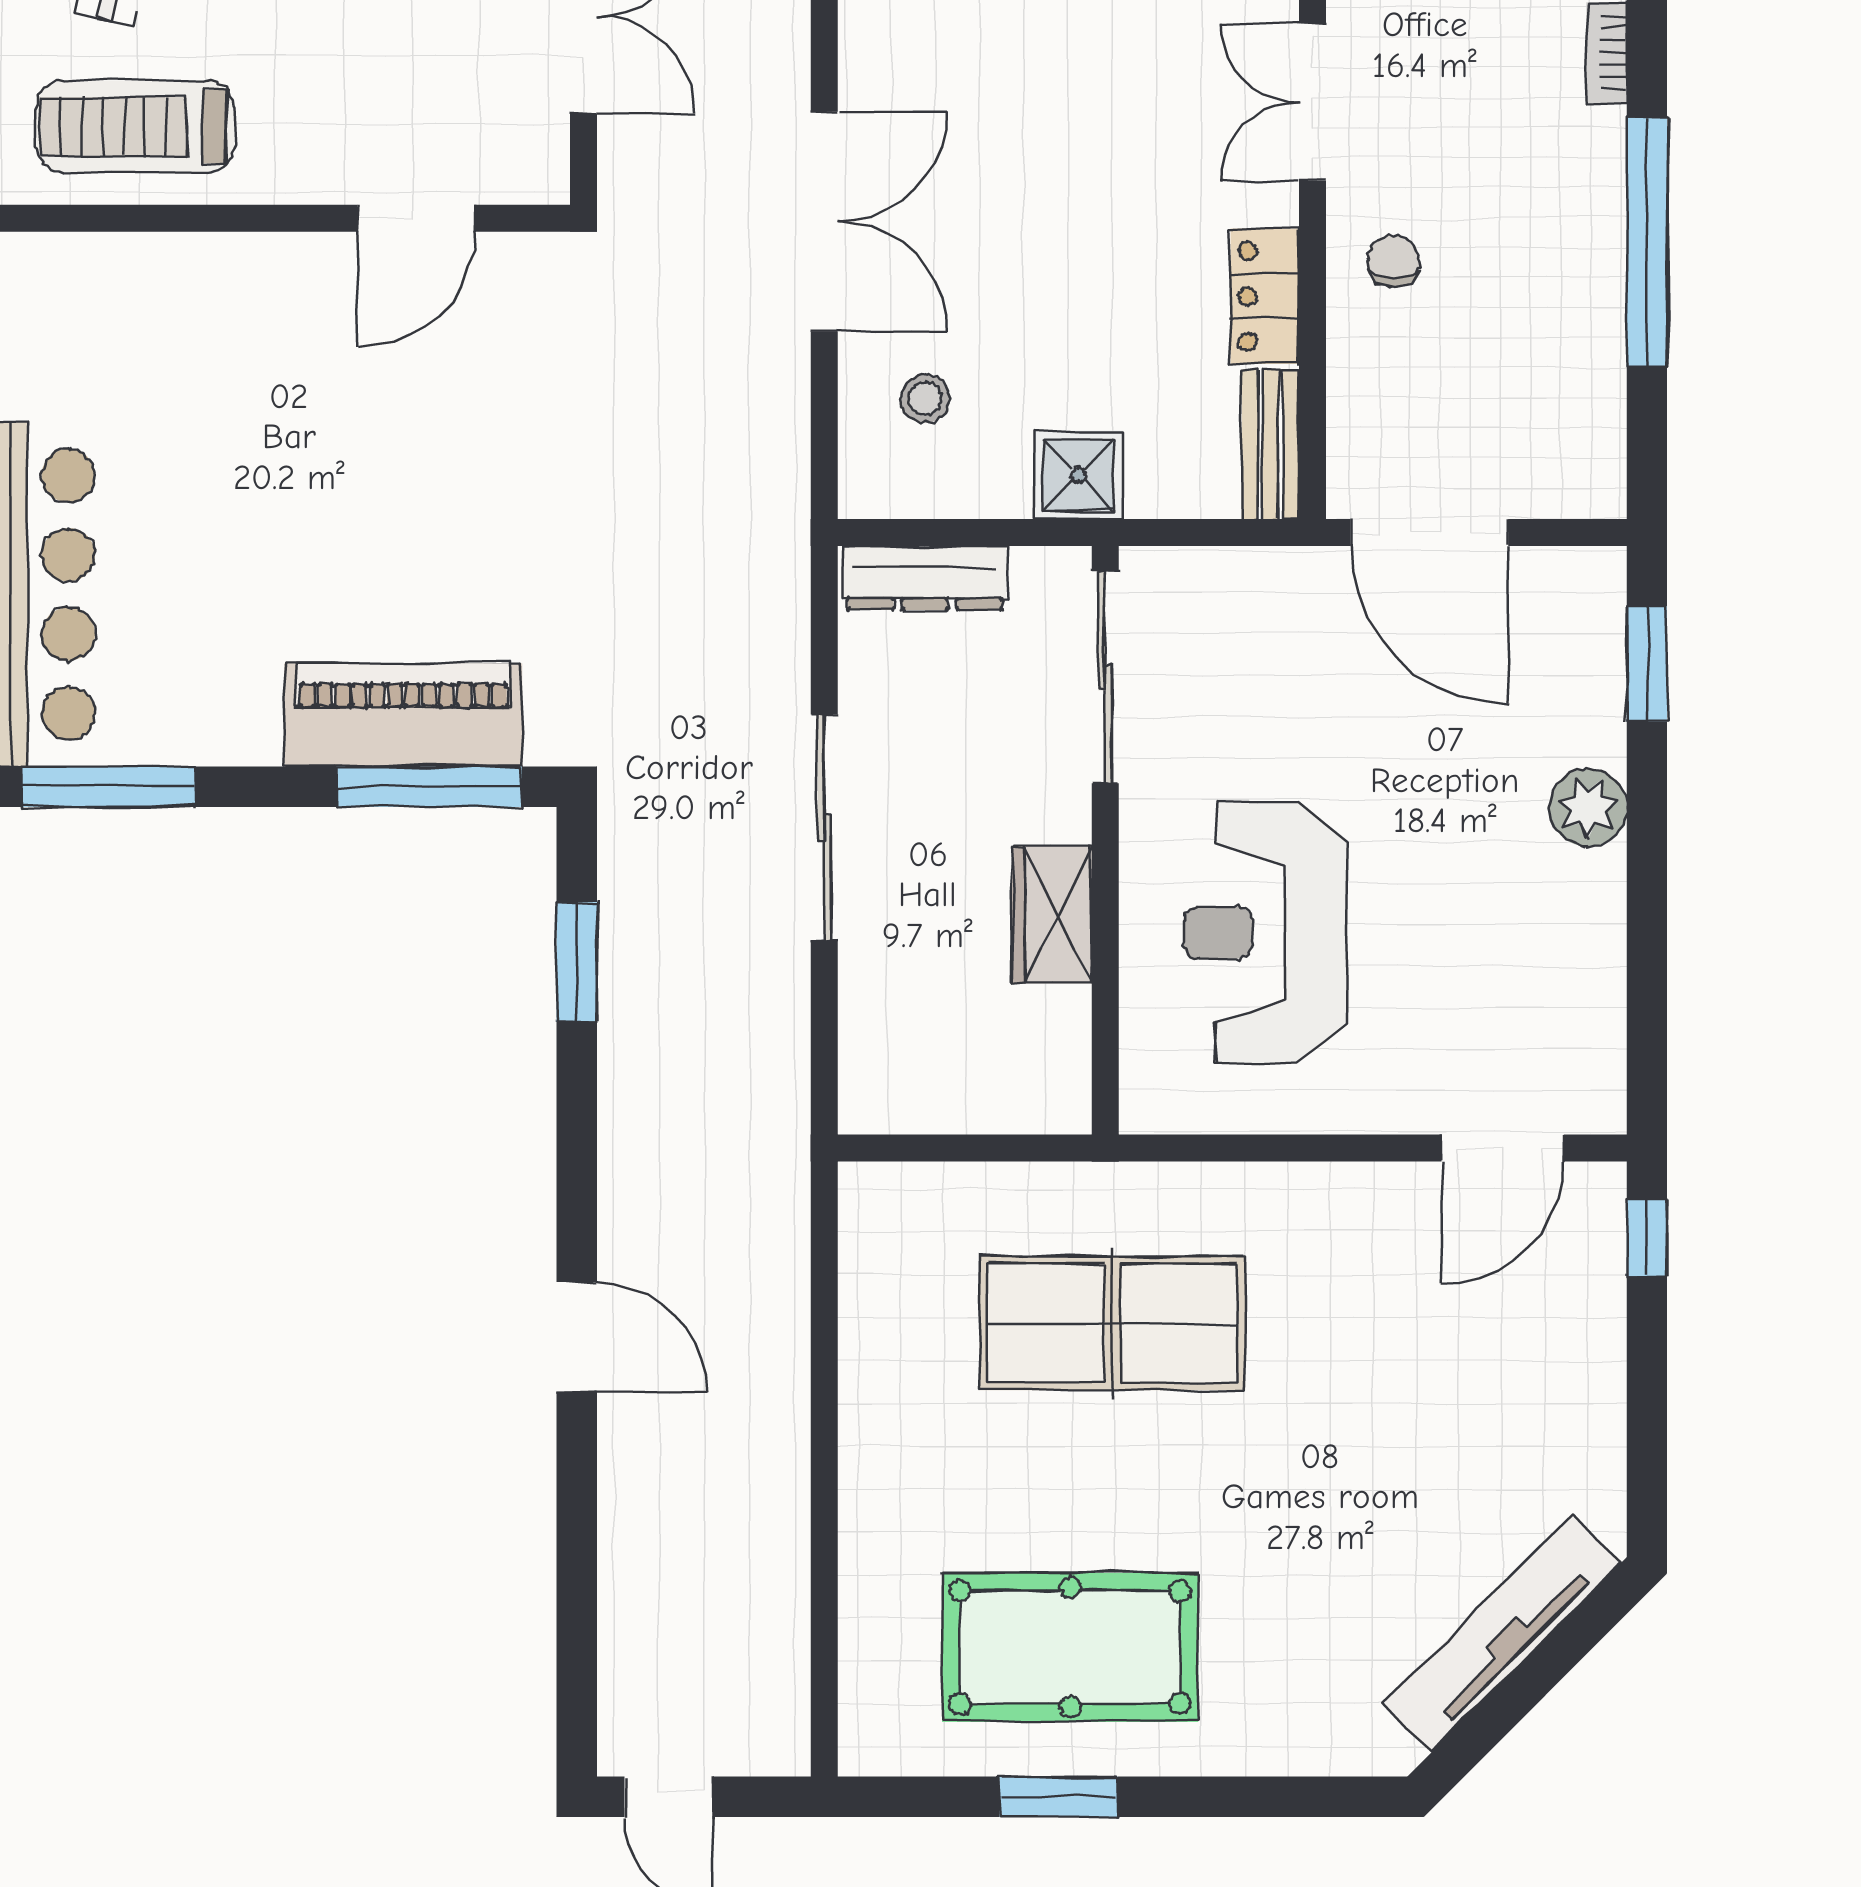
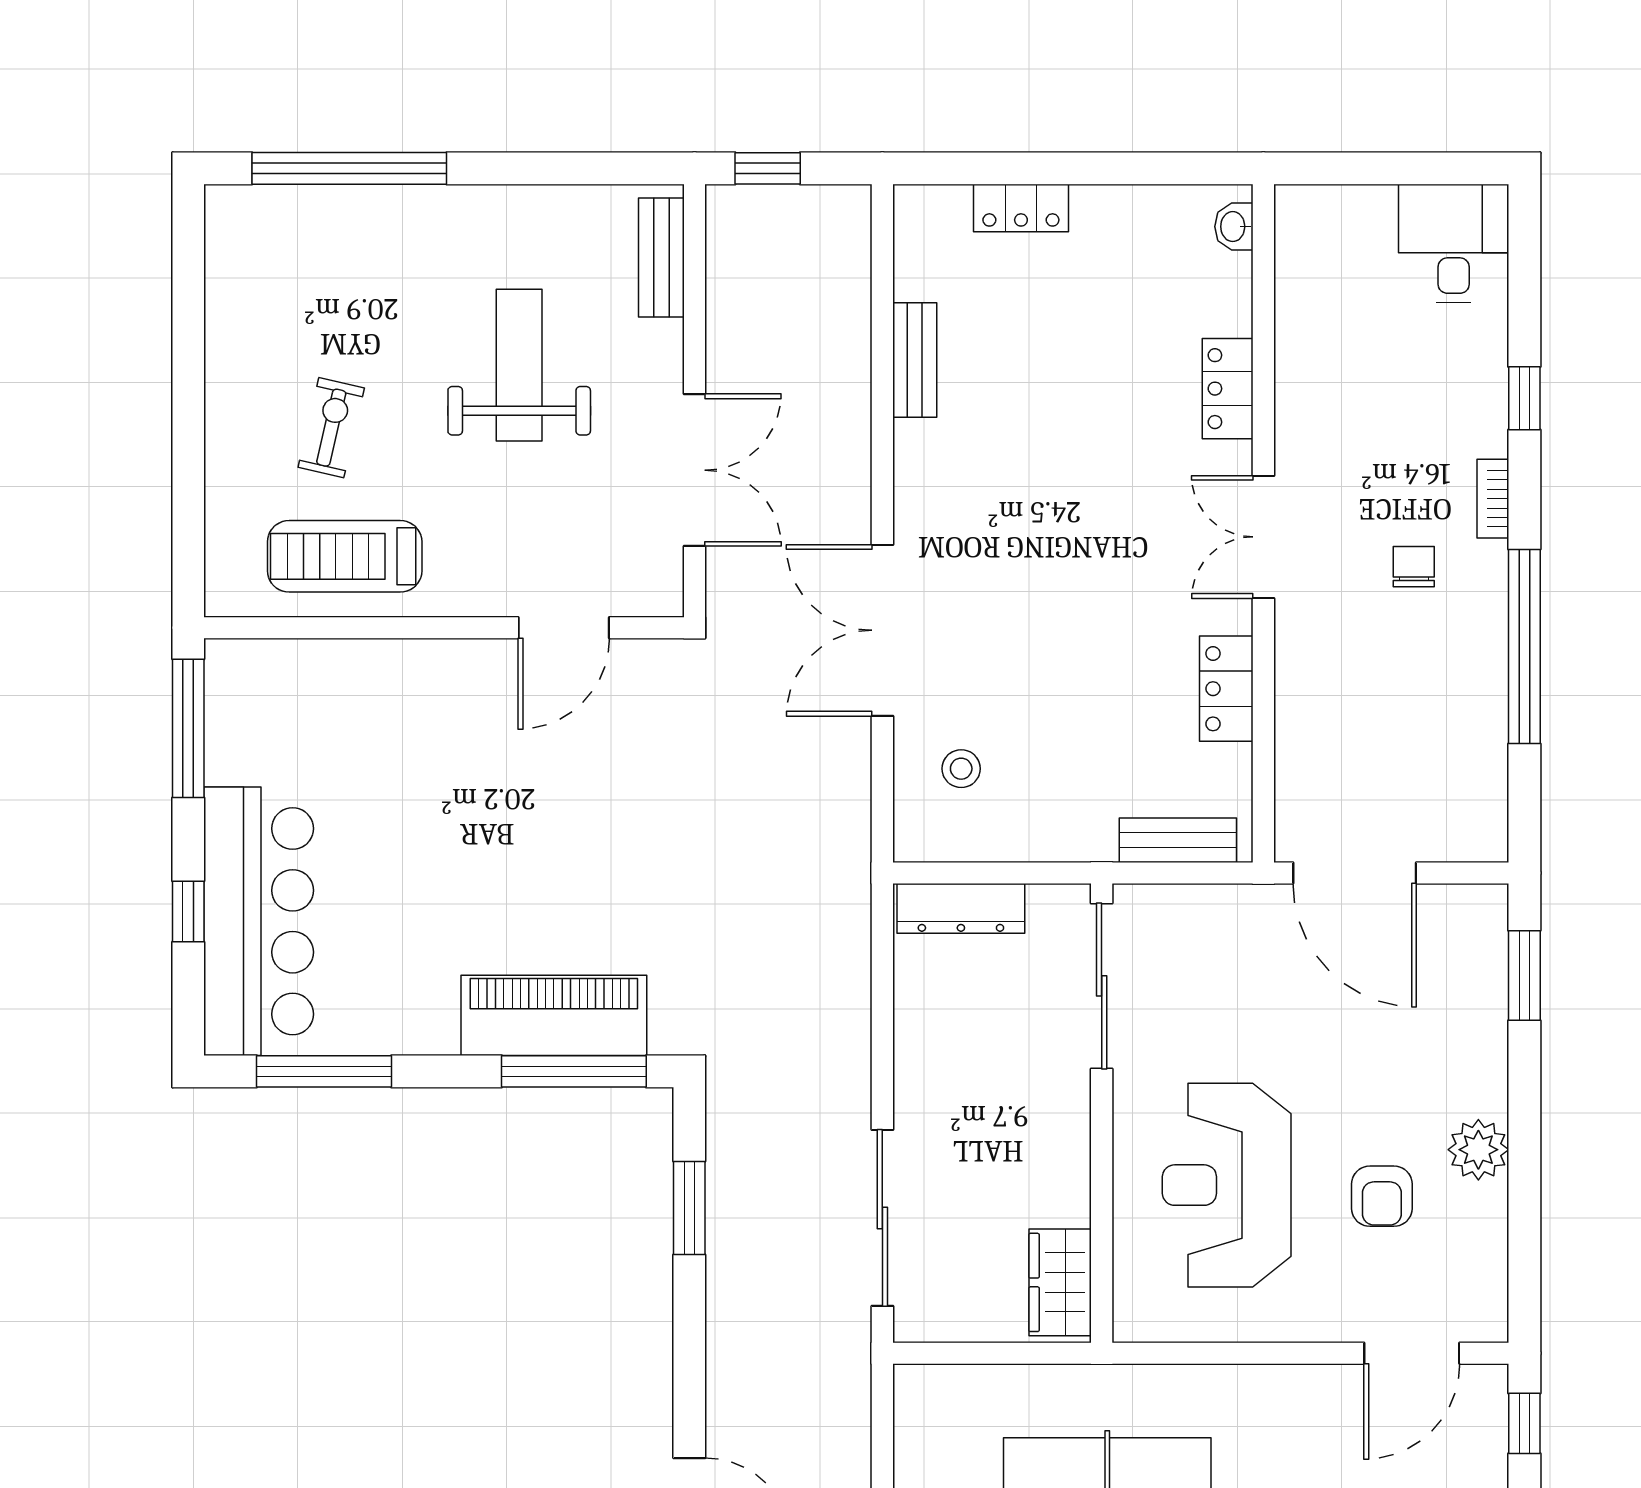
double door: (824, 222) -> (882, 630), swing flipped
chair: (1393, 261) -> (1414, 567), moved
bench: (1270, 444) -> (1178, 840), moved, turned 90
shower: (1078, 475) -> (1081, 828), removed
plant: (1588, 808) -> (1478, 1150), moved
sliding door: (824, 828) -> (882, 1218), moved
wardrobe: (1052, 915) -> (1060, 1282), moved
armchair: (1464, 947) -> (1382, 1196), added

